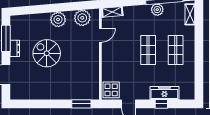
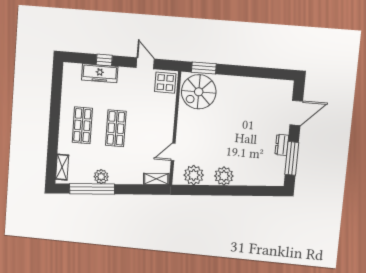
spiral stairs: (47, 53) -> (199, 92), moved, turned 90

